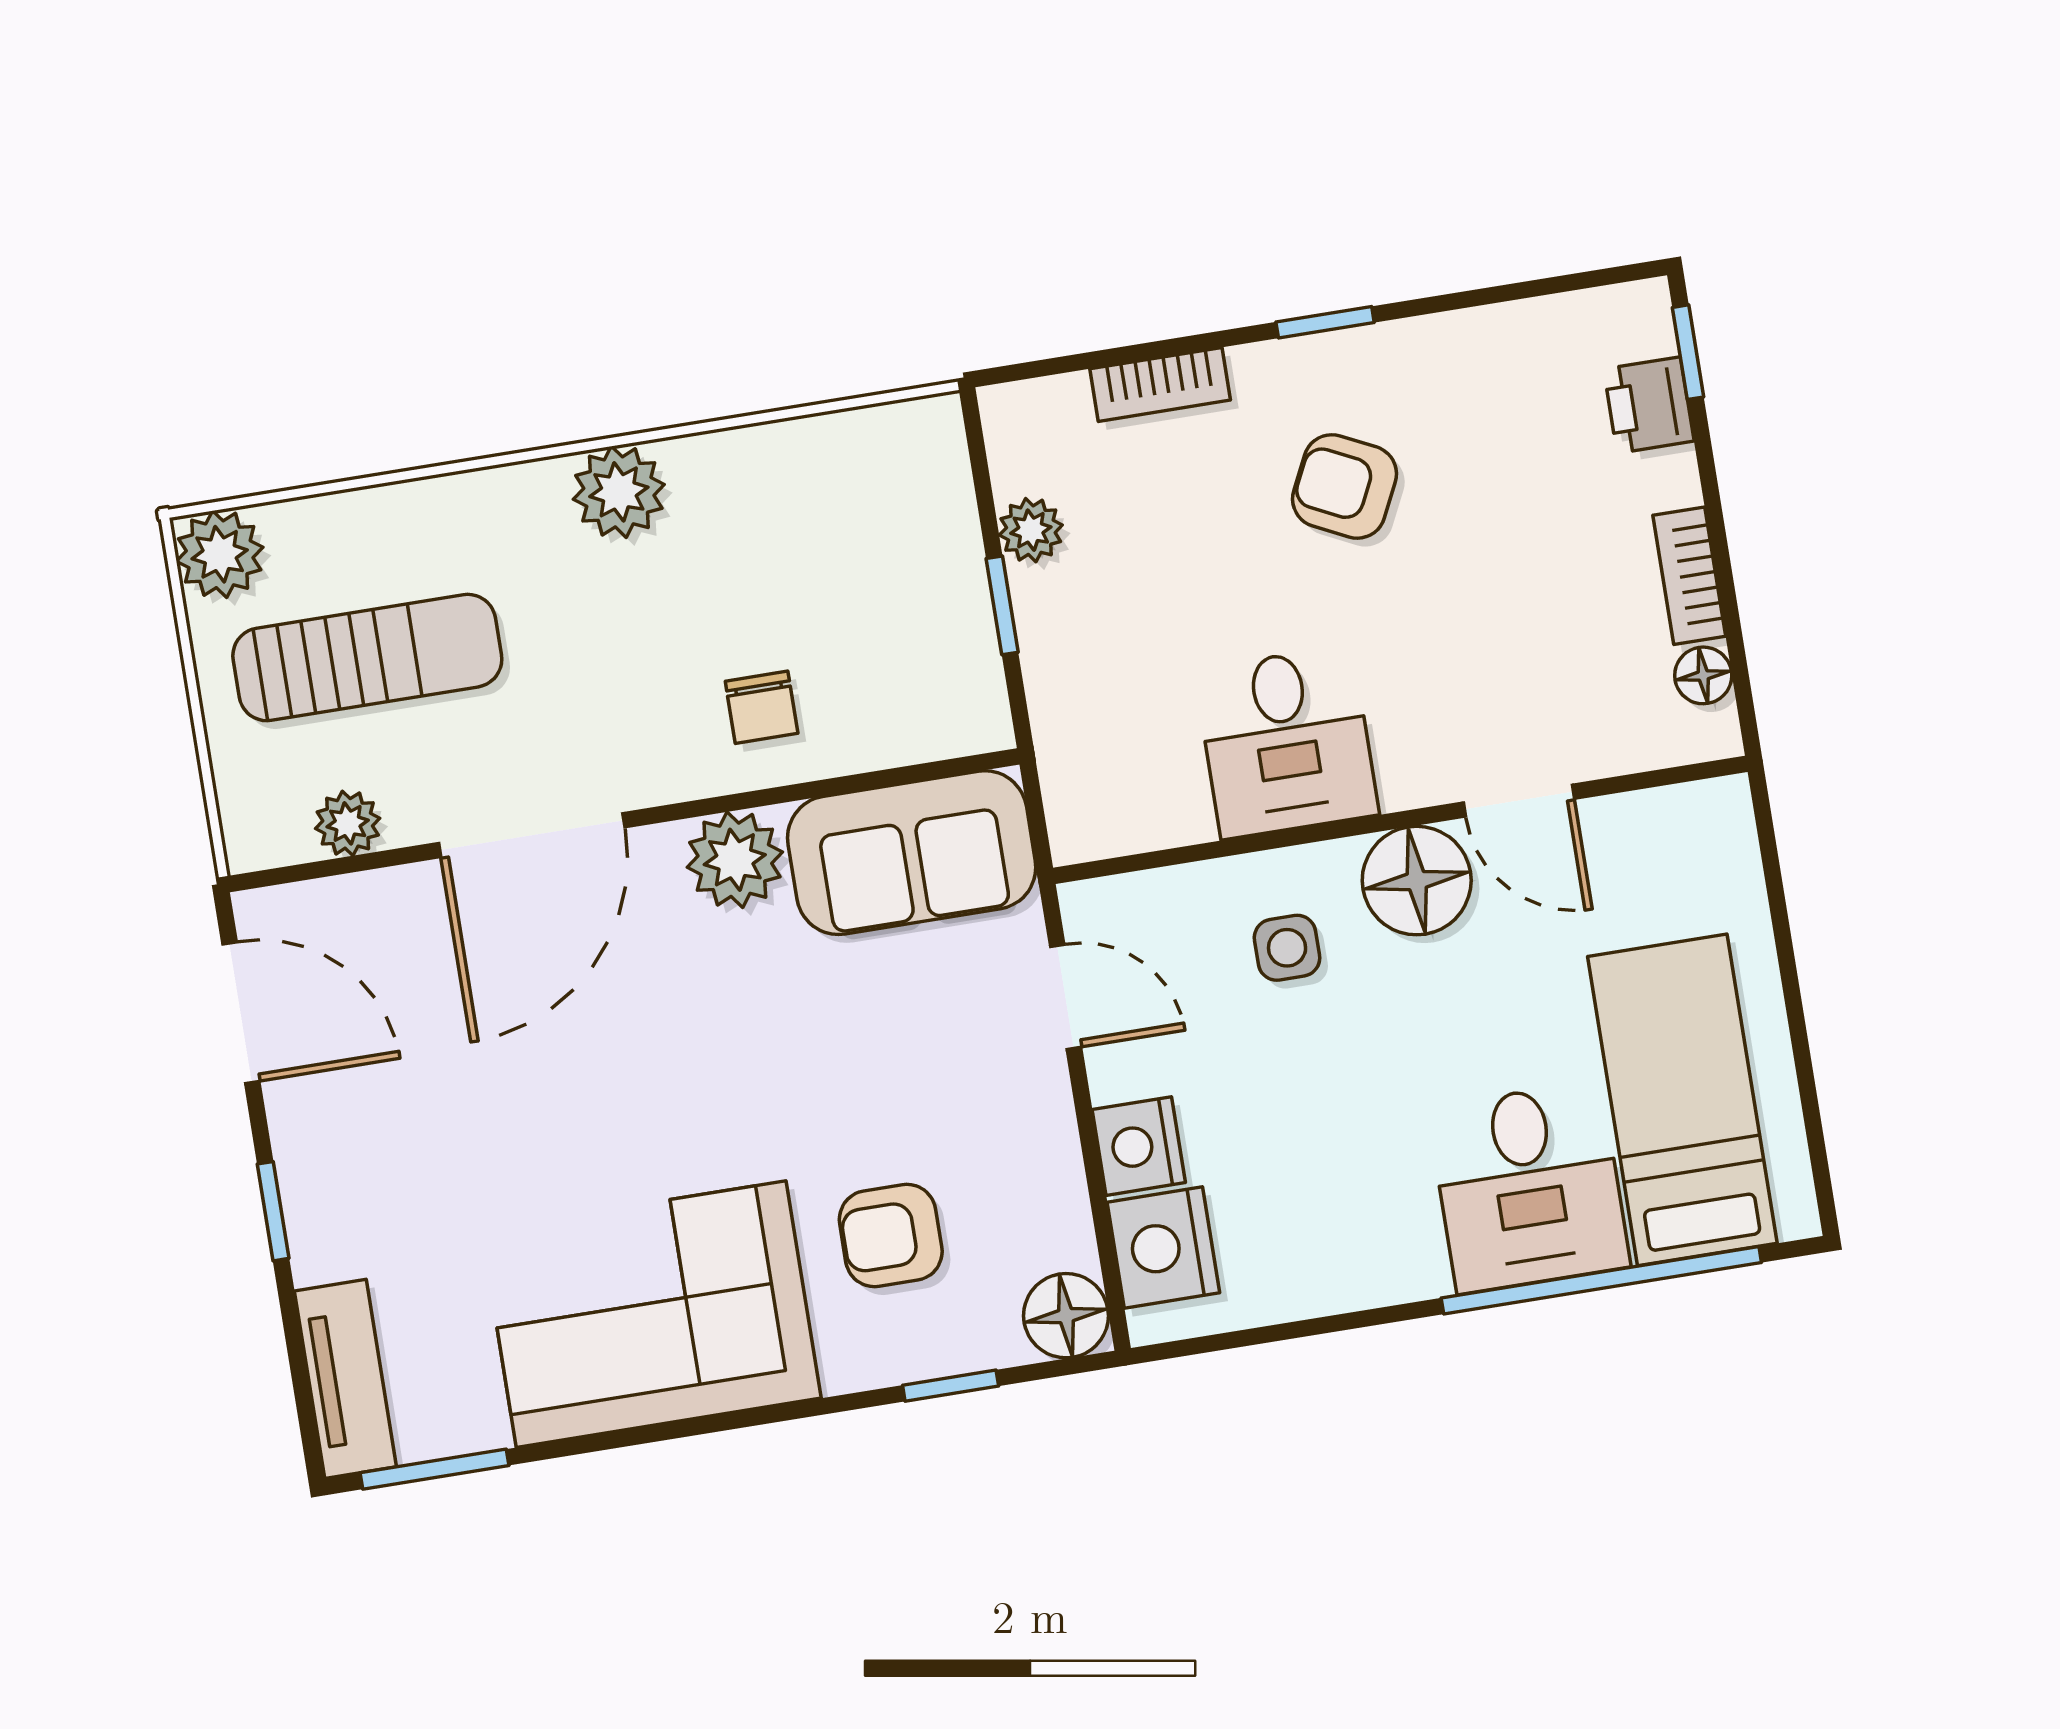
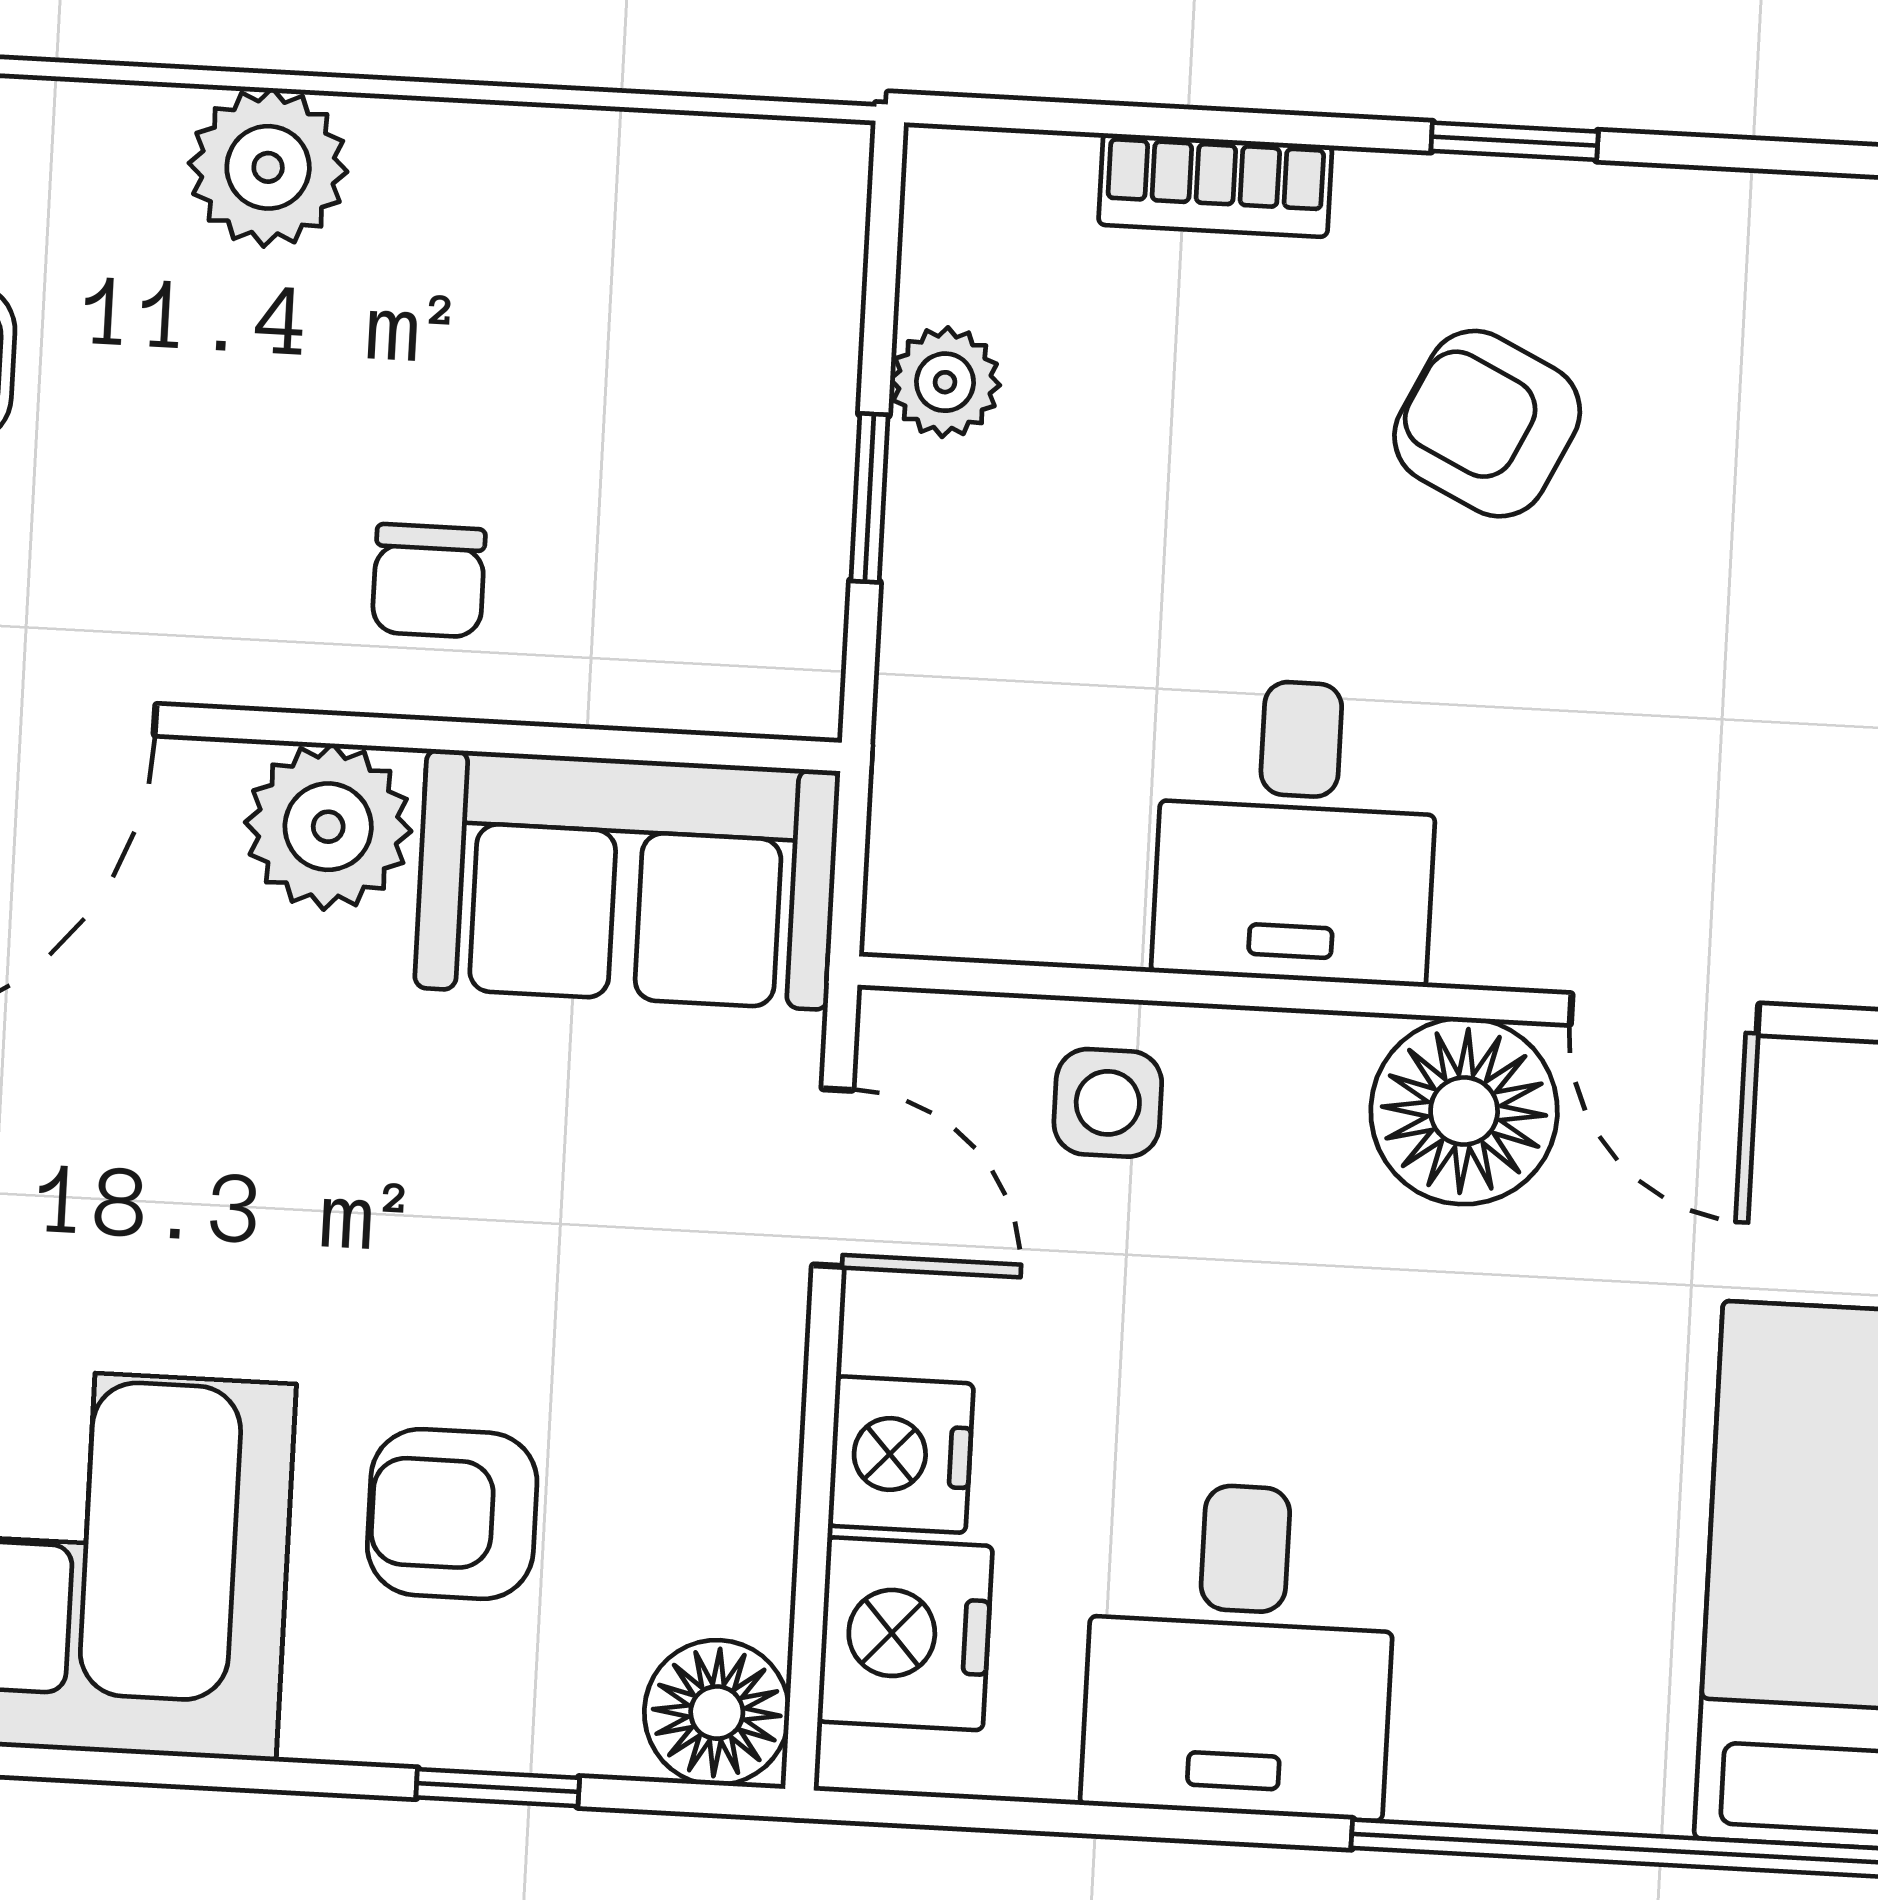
side table: (1287, 948) -> (1108, 1103), moved
desk: (1529, 1187) -> (1240, 1650), moved

